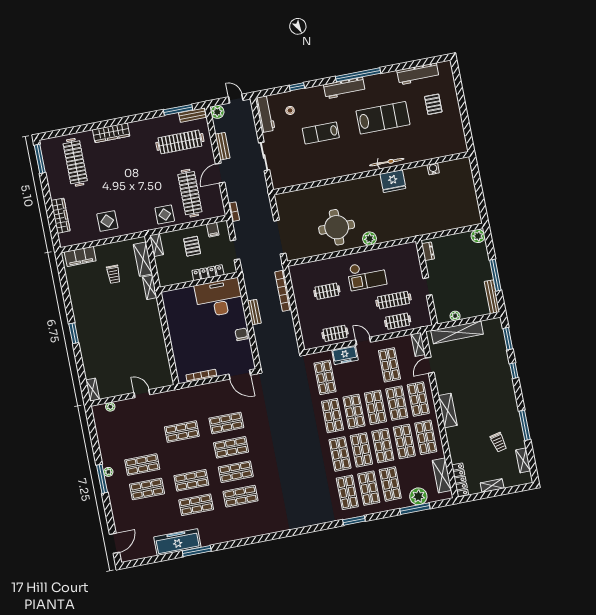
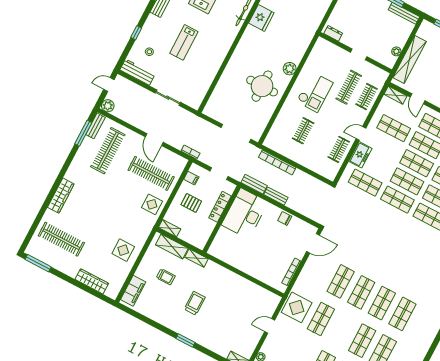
bench: (222, 146) -> (254, 184), moved
trolley: (111, 316) -> (195, 303), added
display table: (175, 404) -> (297, 307), added

